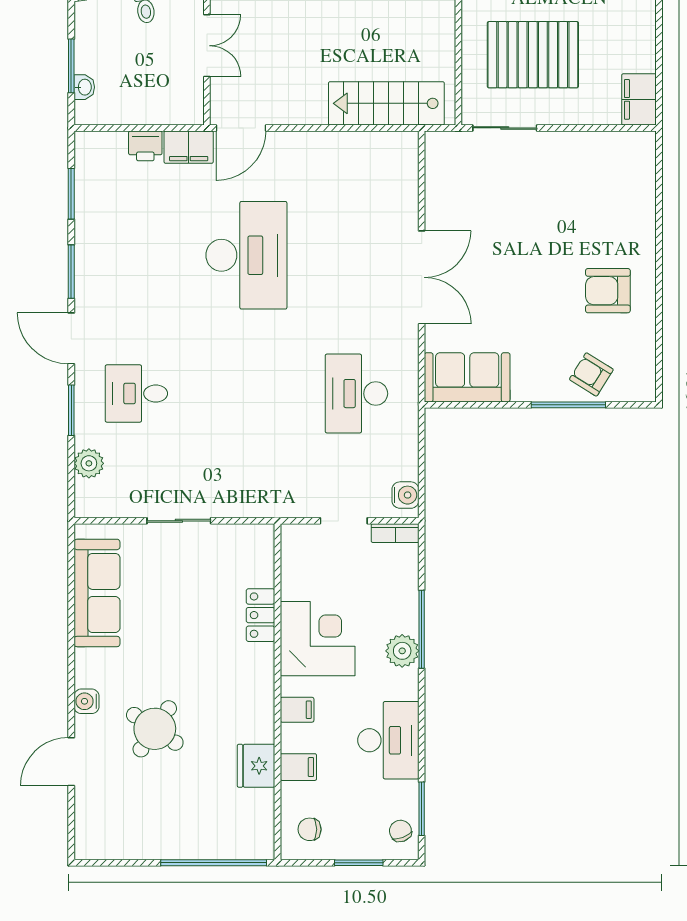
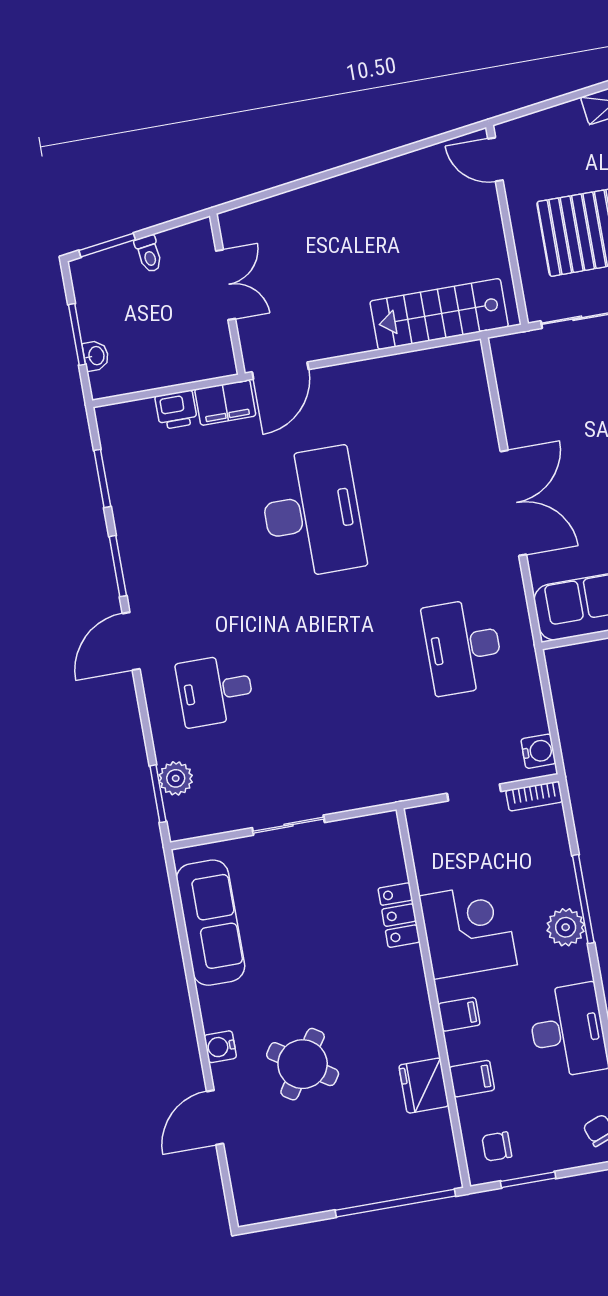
door: (71, 338) -> (131, 641), hinge flipped
window: (71, 410) -> (158, 794), moved
window: (359, 863) -> (528, 1180), moved

